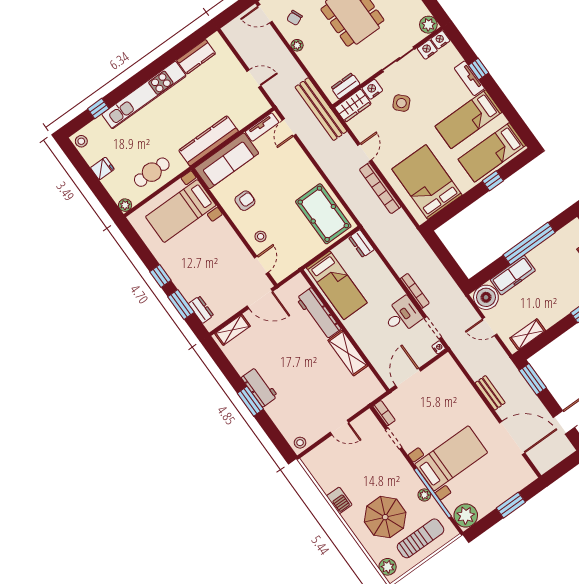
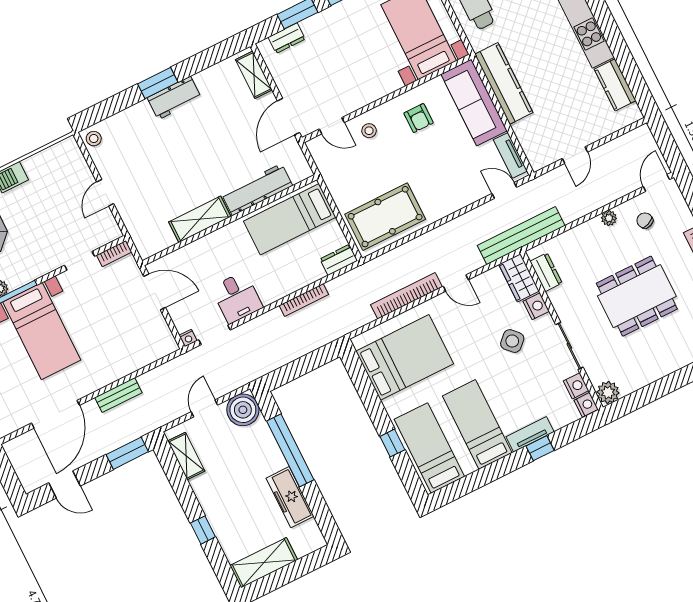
window: (529, 244) -> (290, 450), moved
freezer: (513, 275) -> (290, 497), moved
bookcase: (415, 291) -> (304, 300), moved

